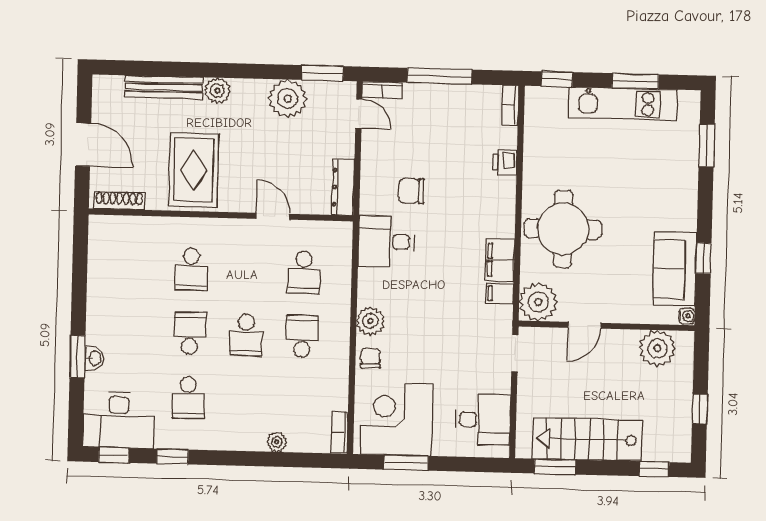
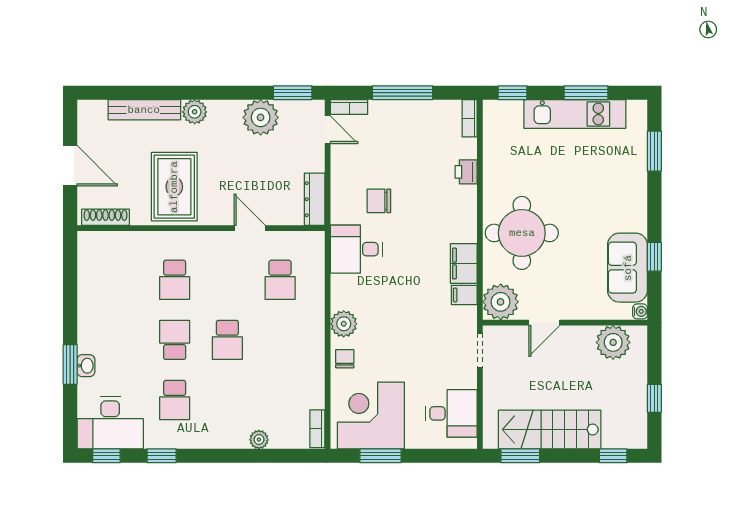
school desk: (302, 336) -> (280, 340), removed

